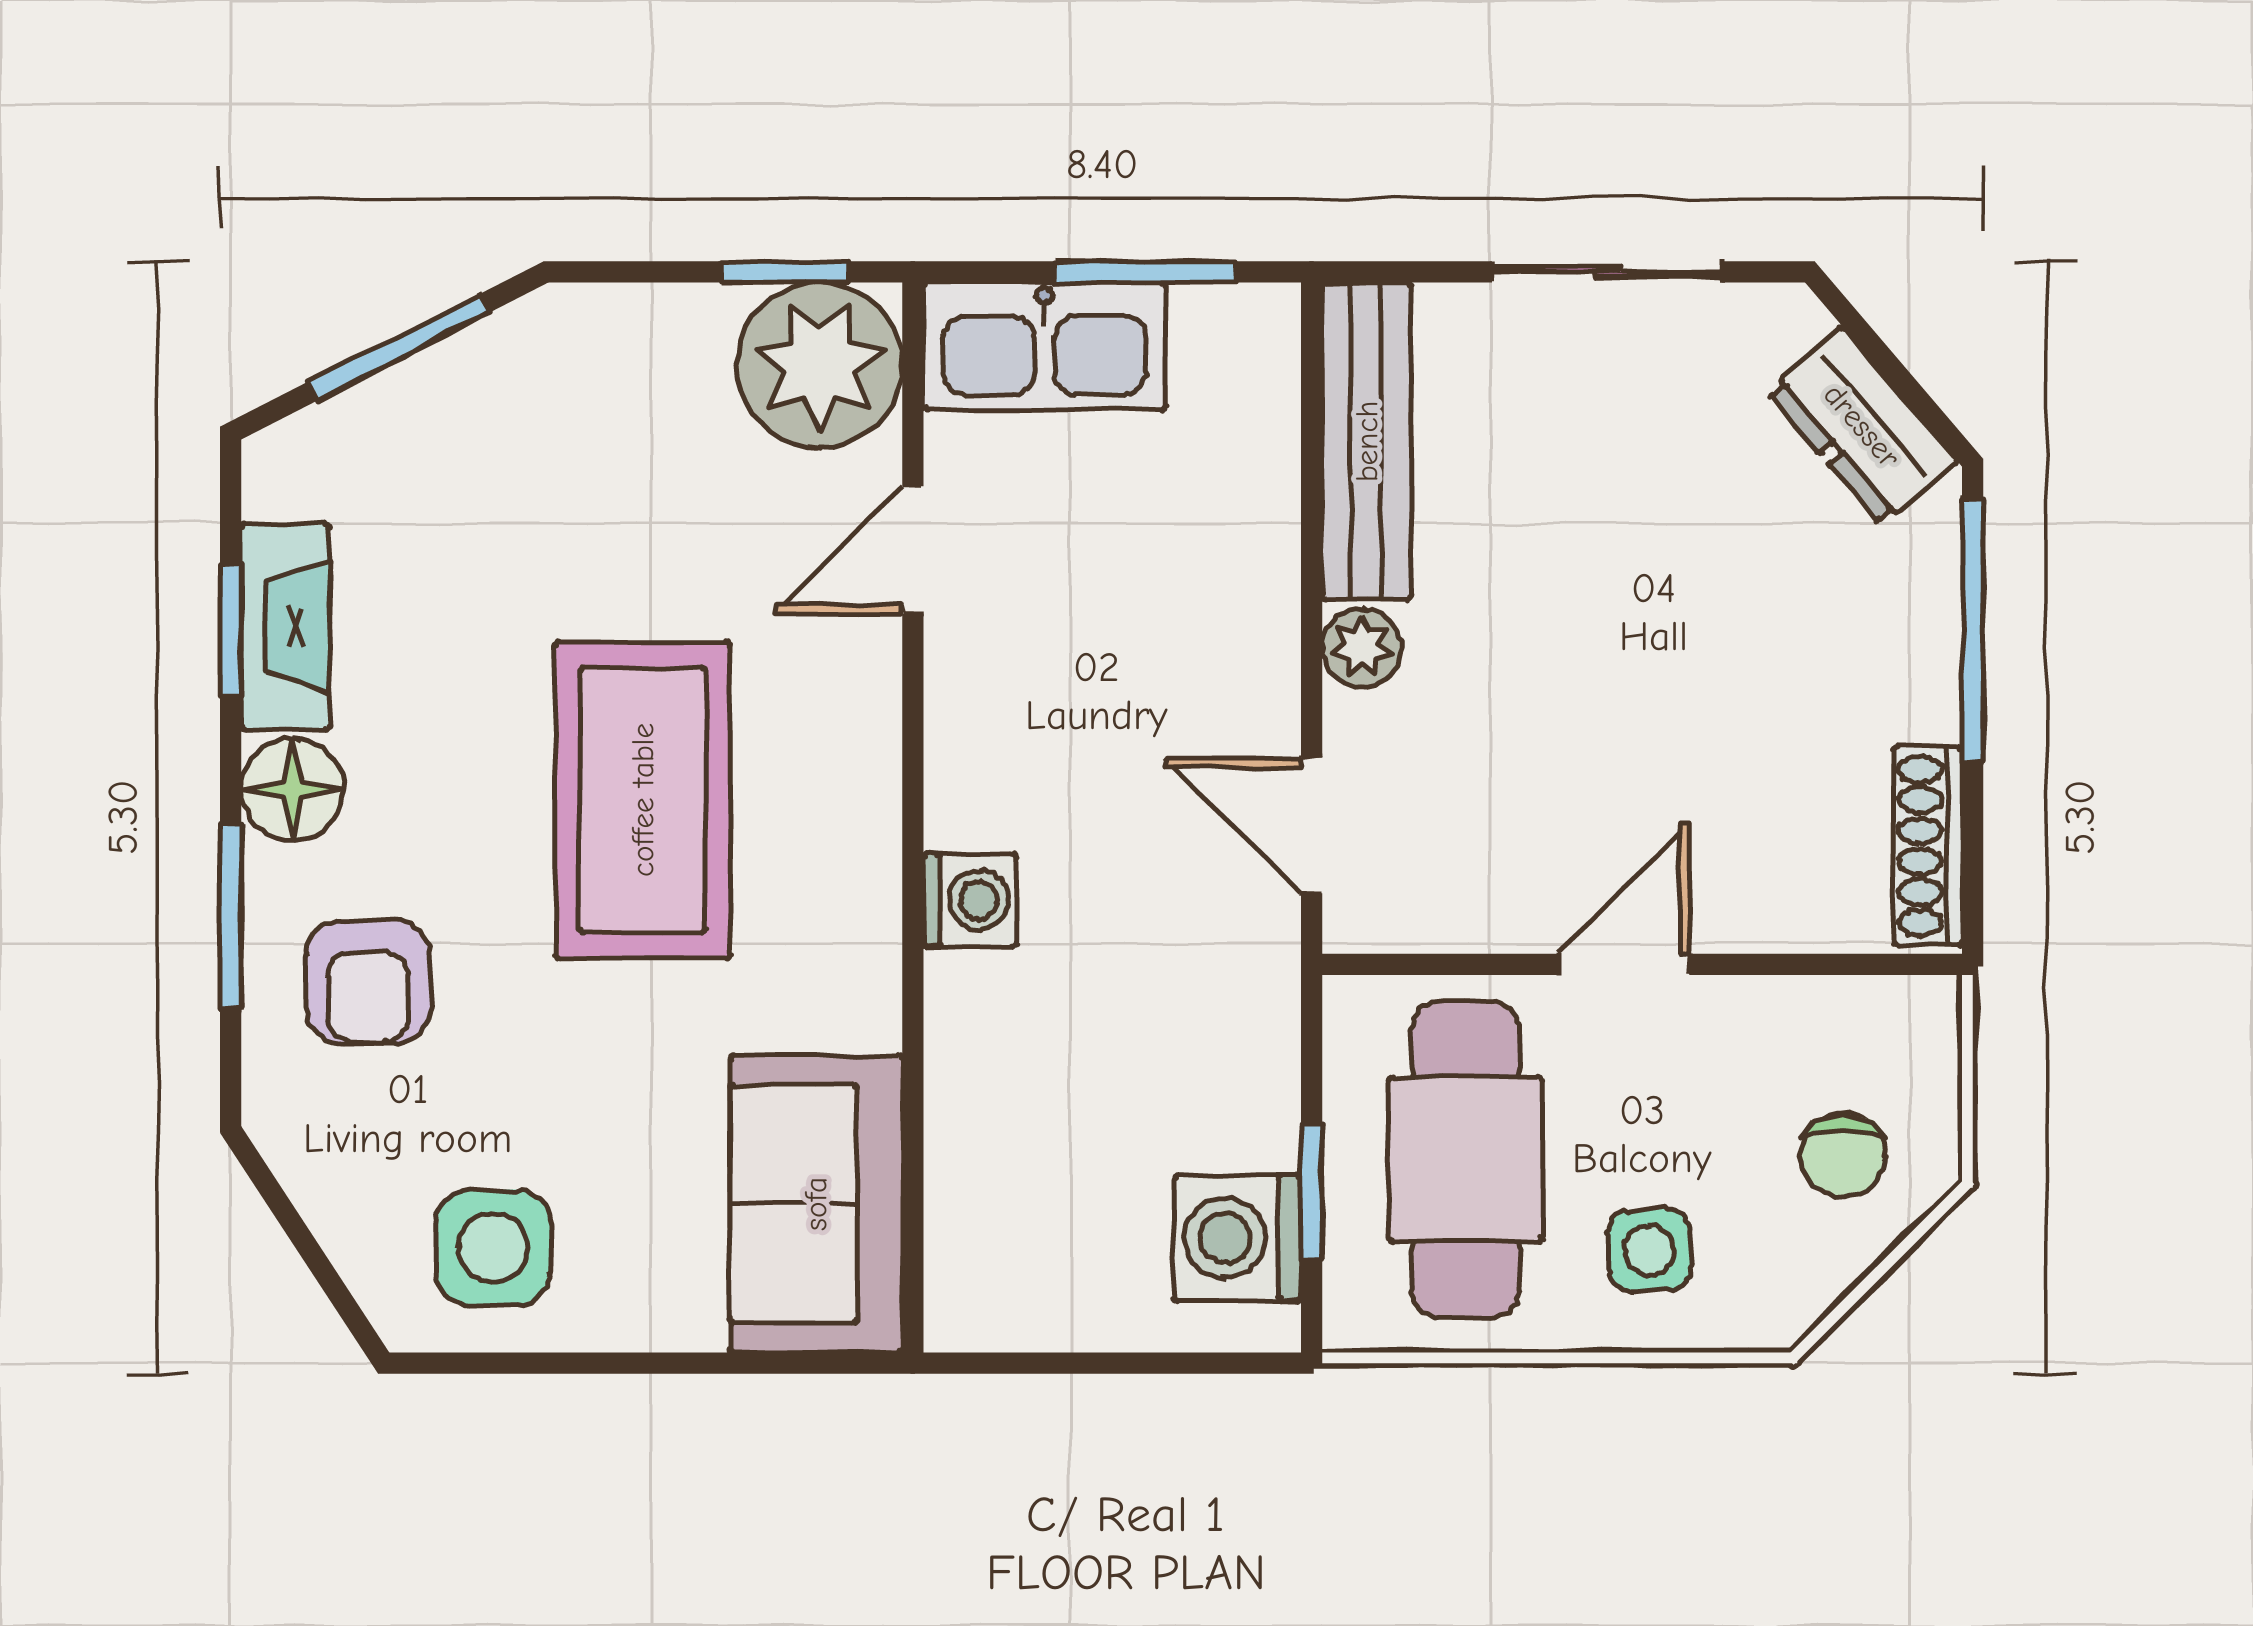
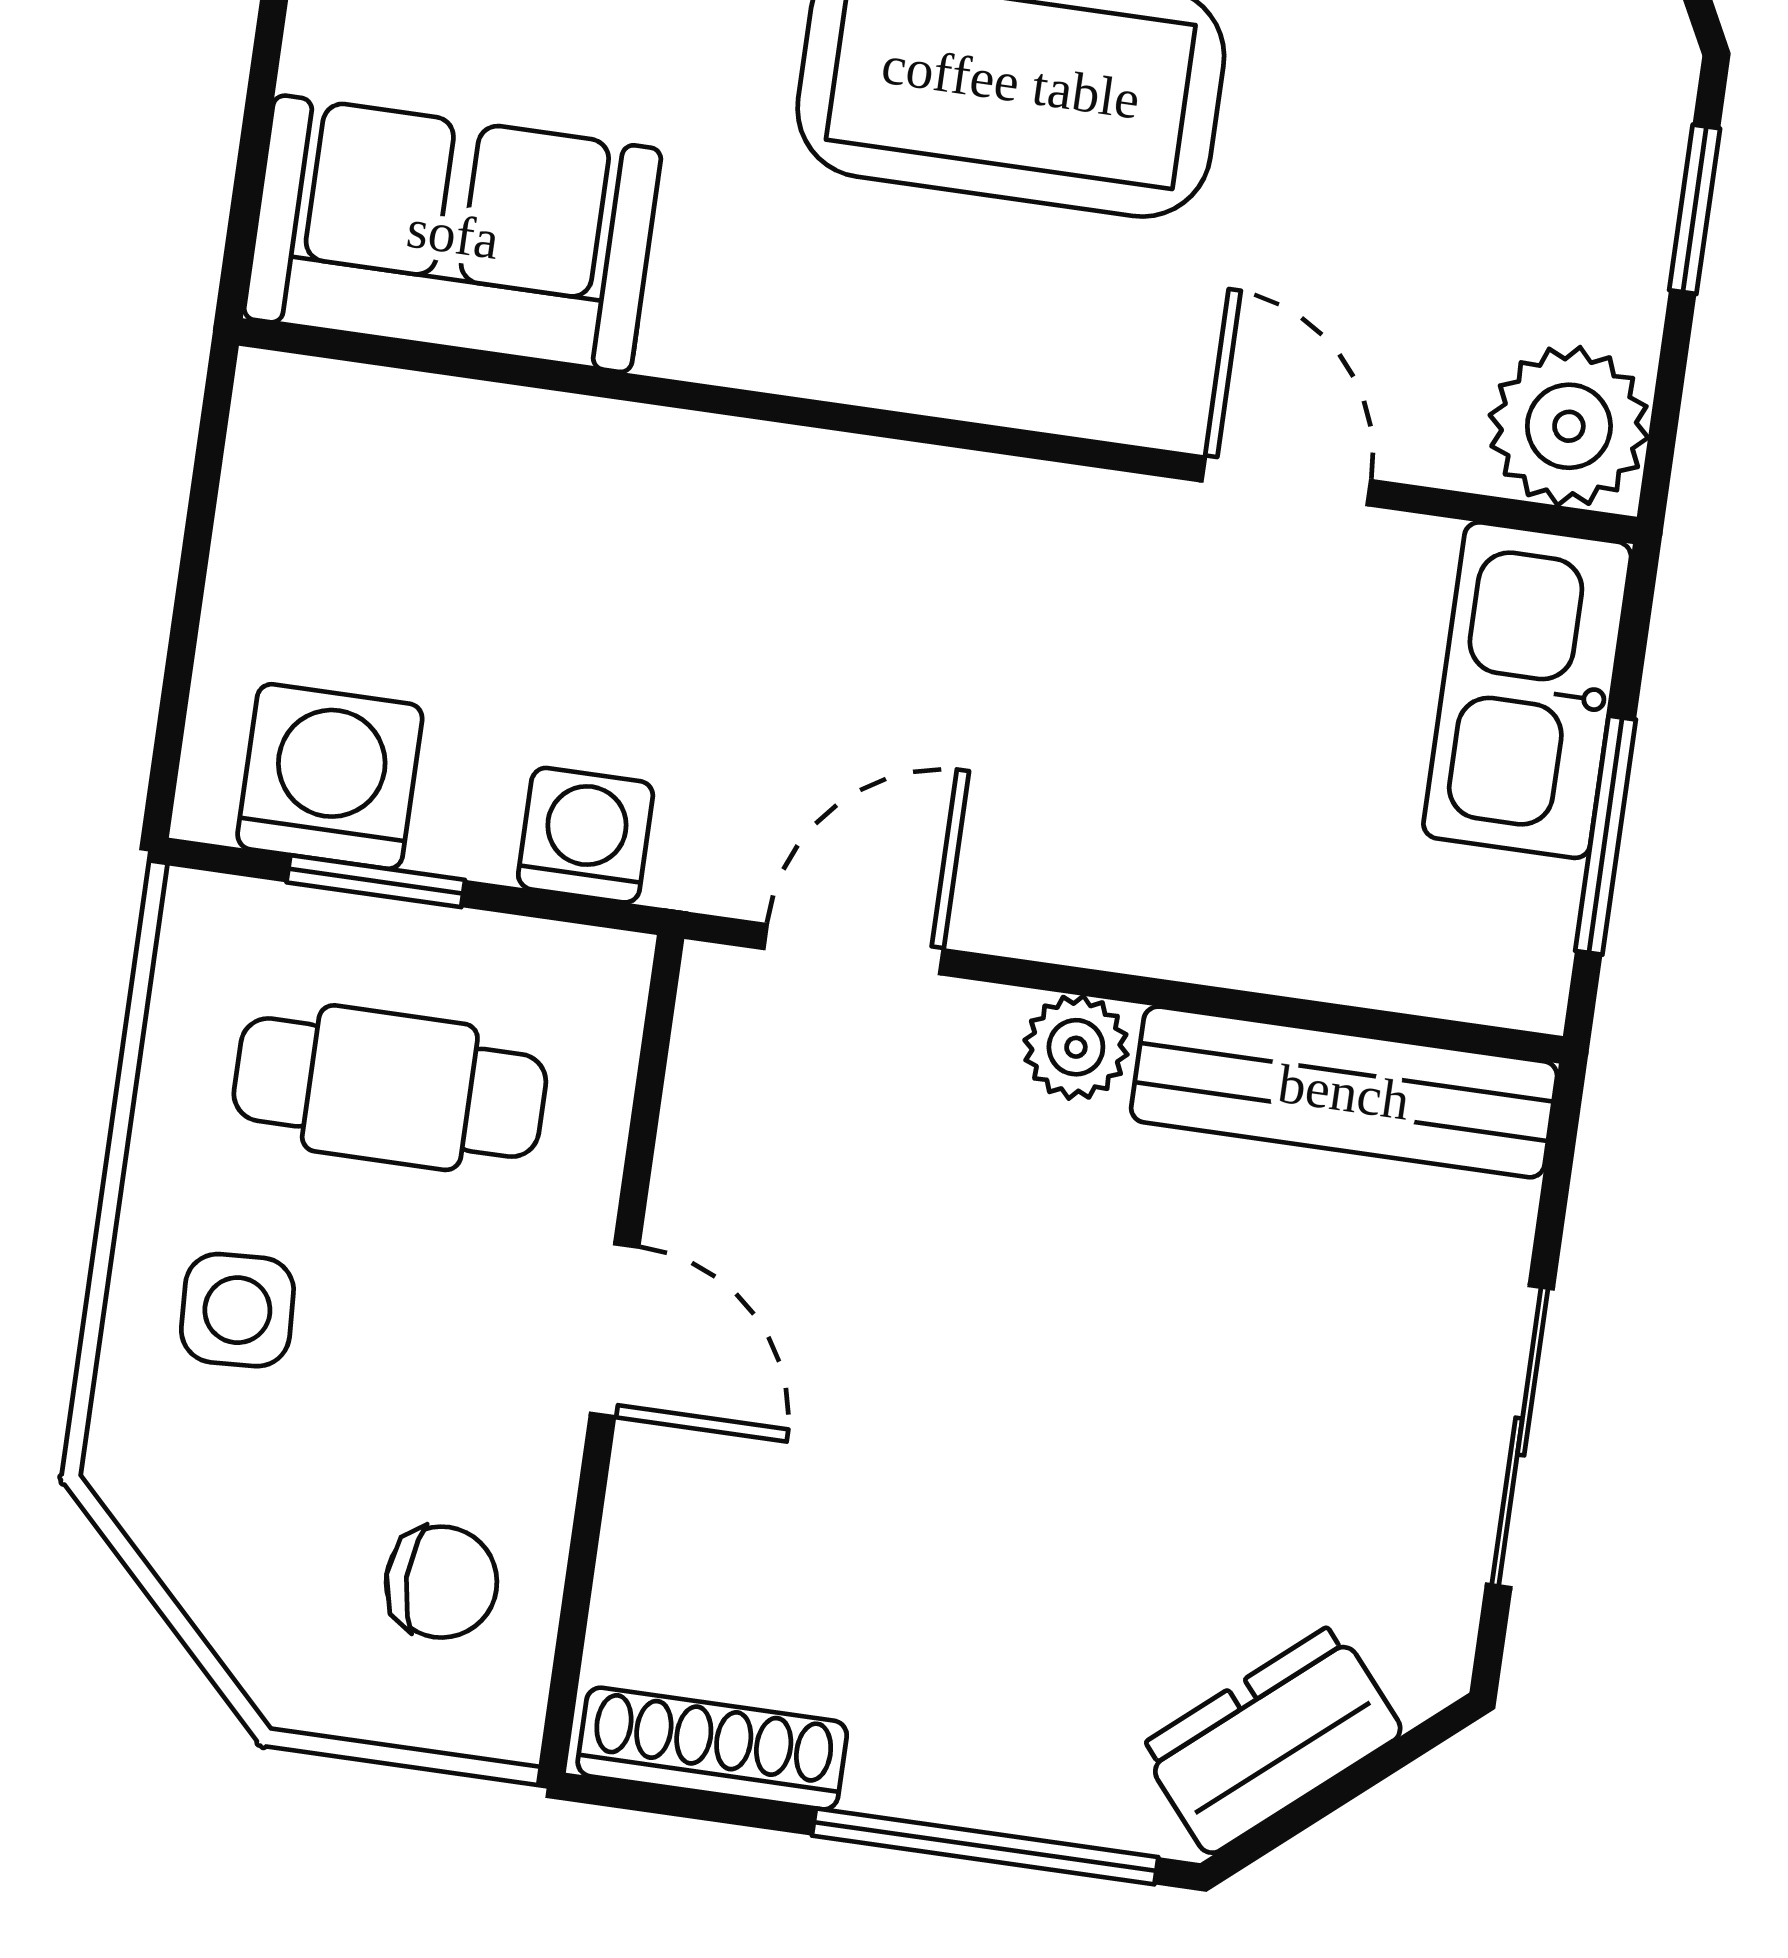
window: (785, 272) -> (1695, 209), moved
plant: (819, 365) -> (1569, 426), width x0.73, depth x0.73
washing machine: (970, 900) -> (586, 835), moved, turned 180
chair: (1843, 1156) -> (442, 1582), moved, turned 180
cafe table: (1465, 1160) -> (390, 1088), width x0.73, depth x0.74

